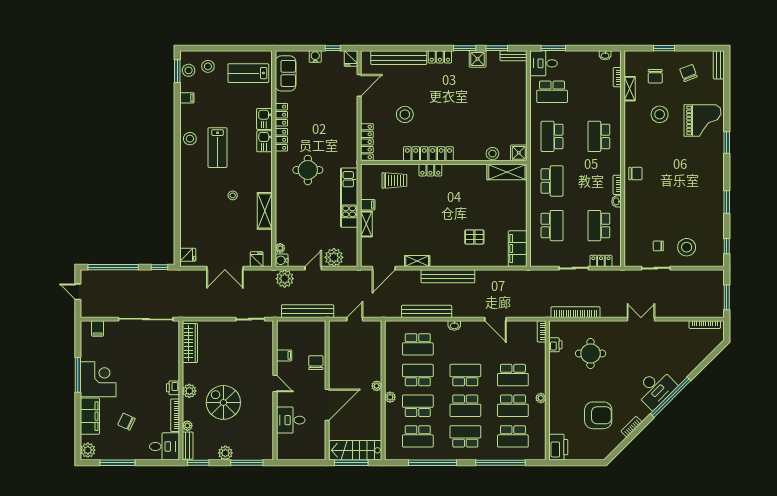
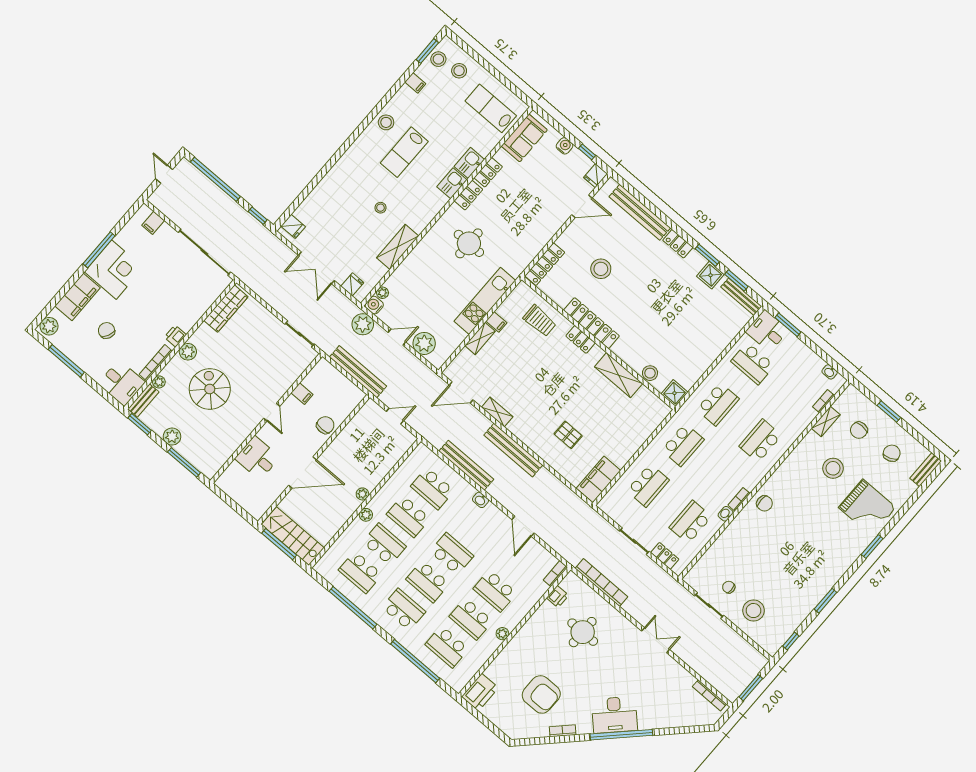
bench: (513, 56) -> (741, 297), width x1.36
school desk: (552, 136) -> (718, 404), turned 180
shelving: (507, 172) -> (619, 375), moved
school desk: (418, 375) -> (408, 516), turned 180

